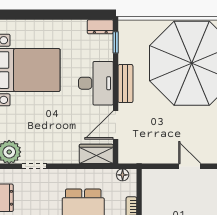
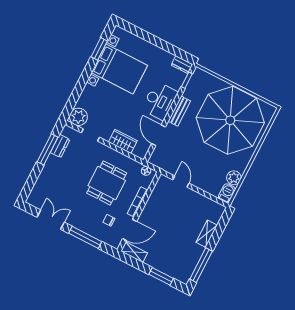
door: (116, 125) -> (158, 135), hinge flipped
wardrobe: (96, 154) -> (123, 141), moved
door: (190, 166) -> (181, 182), moved

